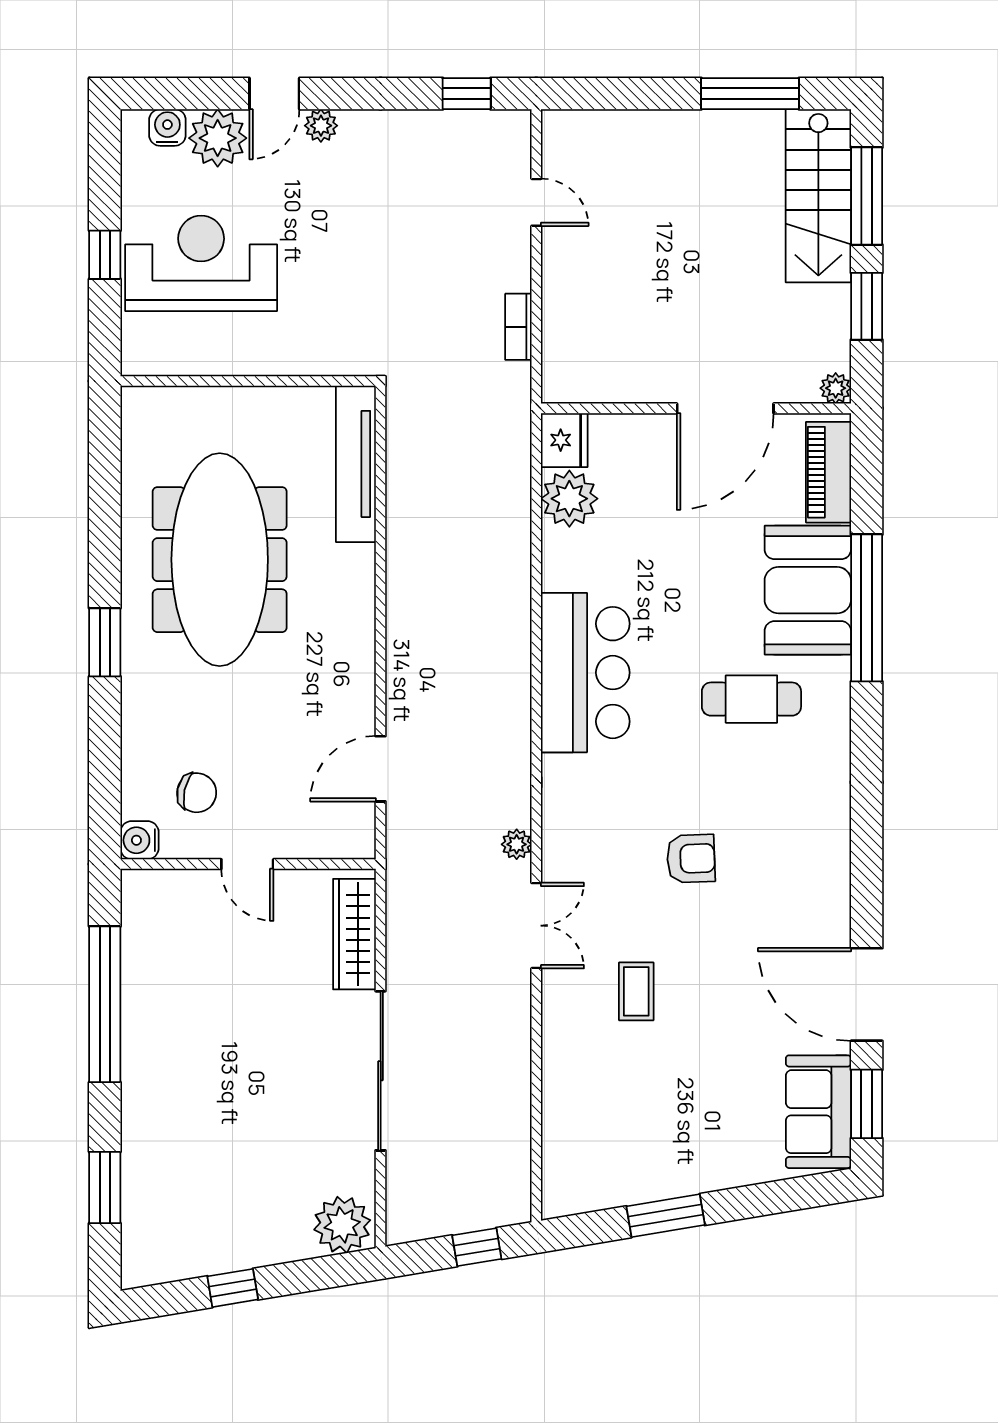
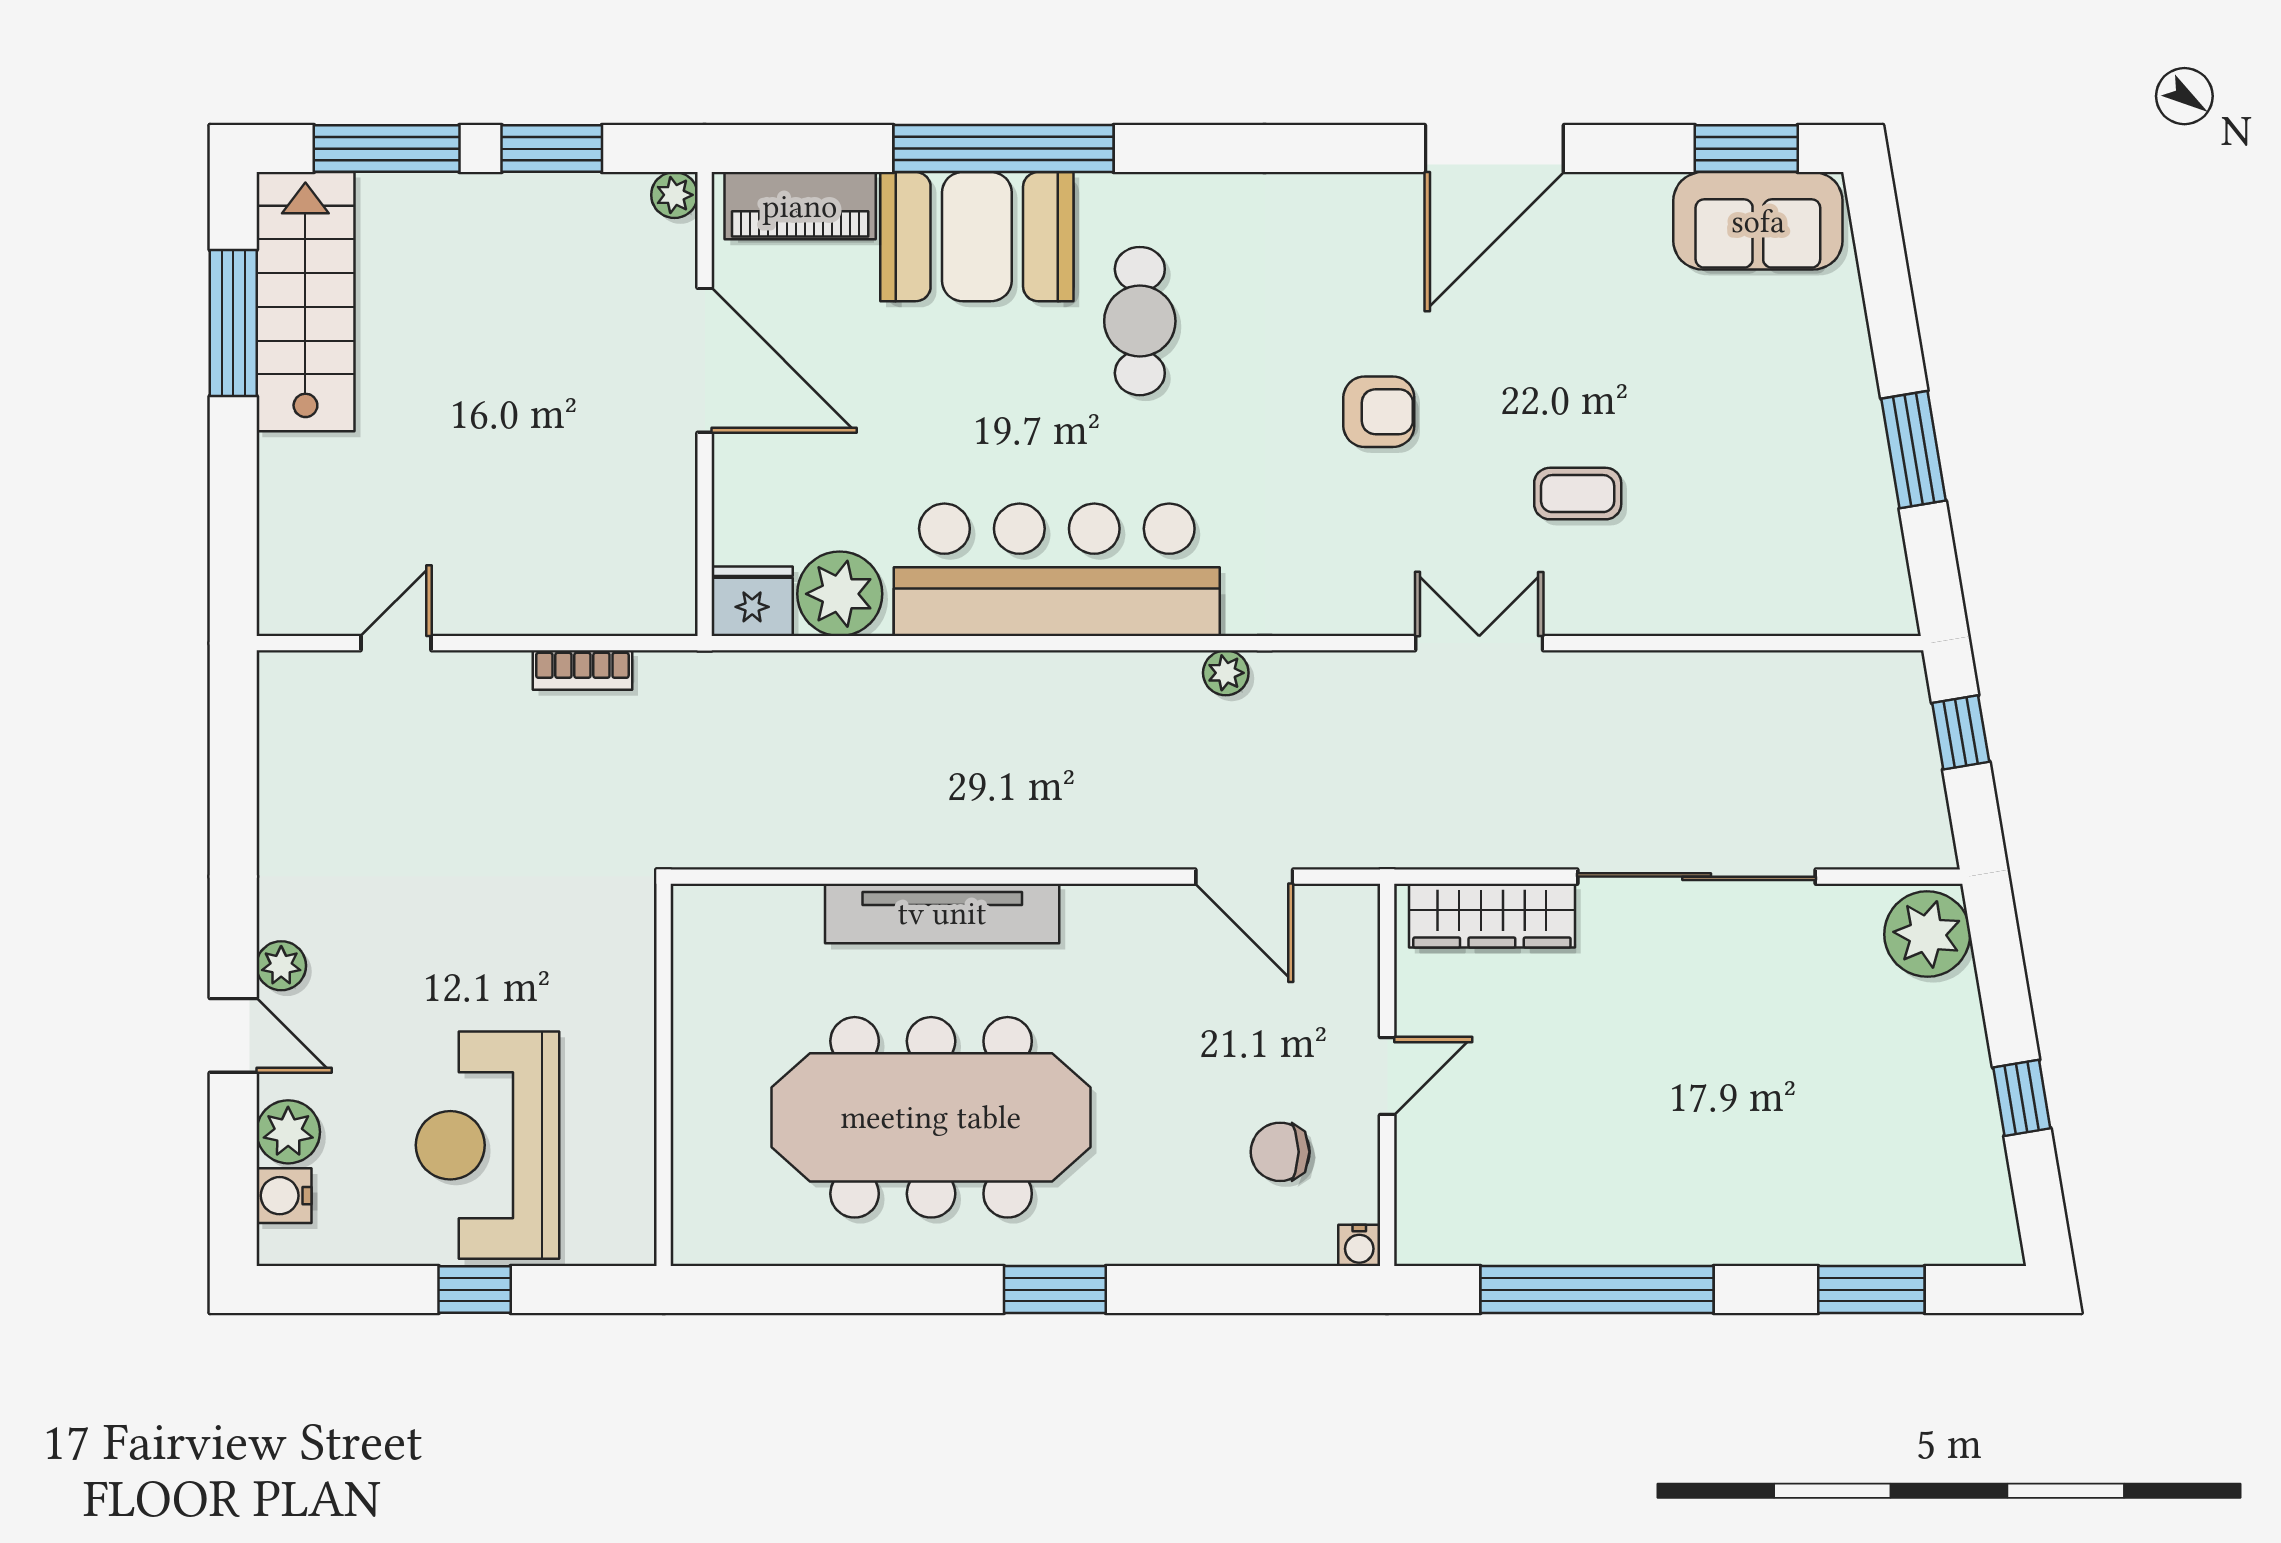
window: (467, 94) -> (233, 748), removed
plant: (218, 138) -> (288, 1132), width x0.73, depth x0.73
stairs: (818, 196) -> (305, 302), moved, turned -90
tv unit: (356, 464) -> (942, 913), moved
bar counter: (585, 673) -> (1057, 570), width x1.36
chair: (197, 793) -> (1280, 1152), turned -102
water cooler: (139, 840) -> (1359, 1245), width x0.72, depth x0.72
plant: (517, 844) -> (1226, 673), moved
armchair: (691, 859) -> (1379, 412), turned 92
door: (867, 994) -> (1494, 149), moved

